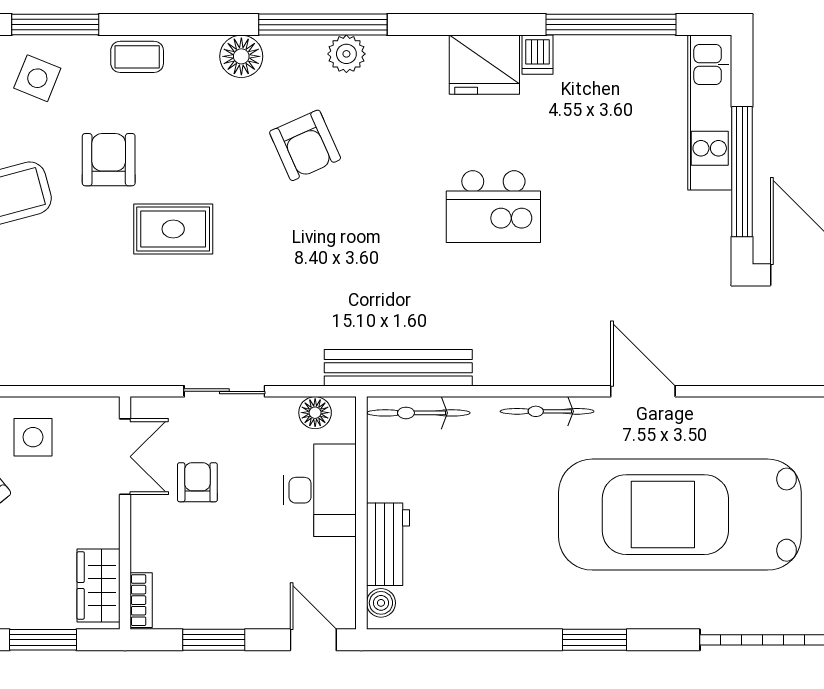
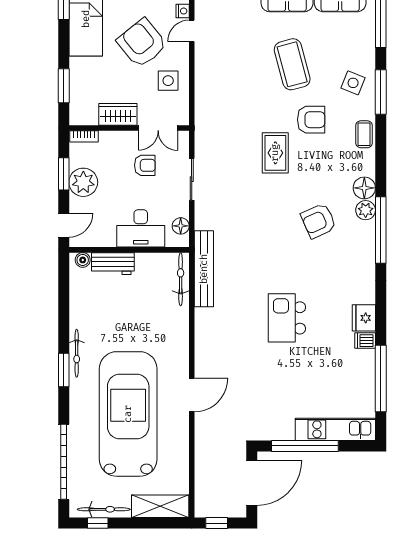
plant: (346, 54) -> (366, 210), moved
fridge: (484, 65) -> (364, 318), width x0.73, depth x0.75
bicycle: (547, 411) -> (77, 353), moved, turned 180
wardrobe: (99, 586) -> (118, 114), moved
plant: (230, 602) -> (83, 182), added

